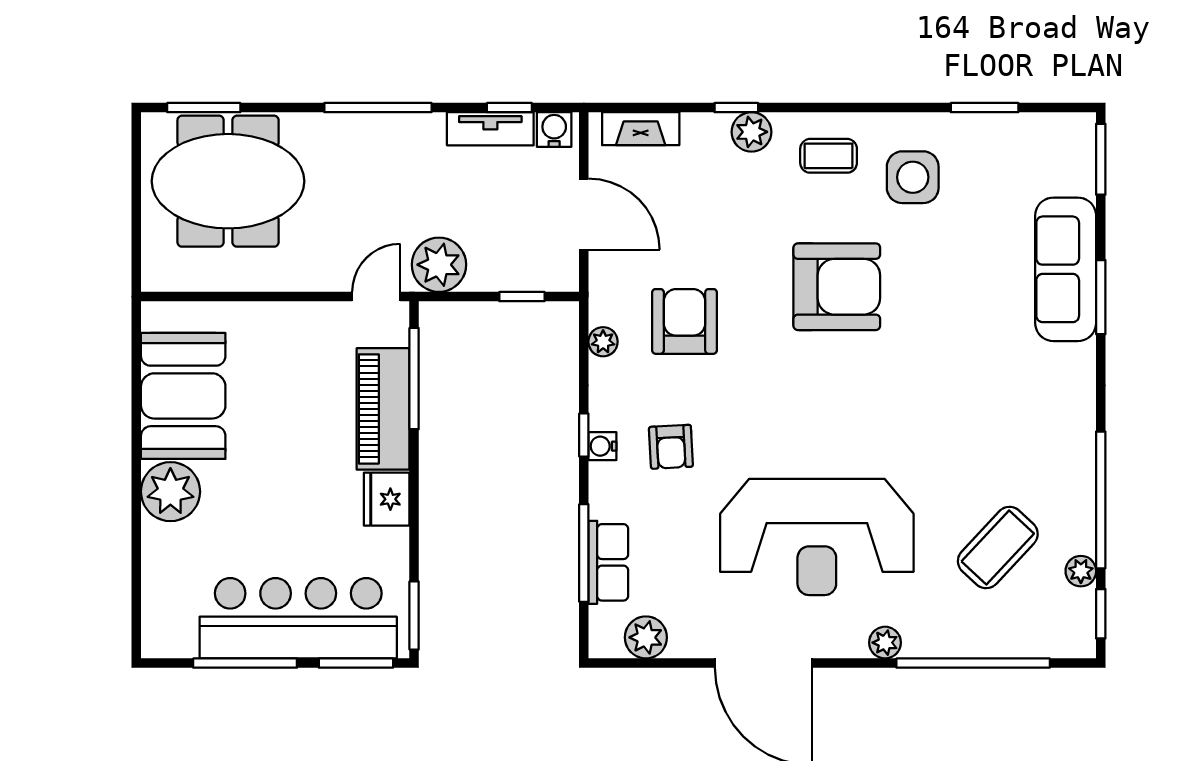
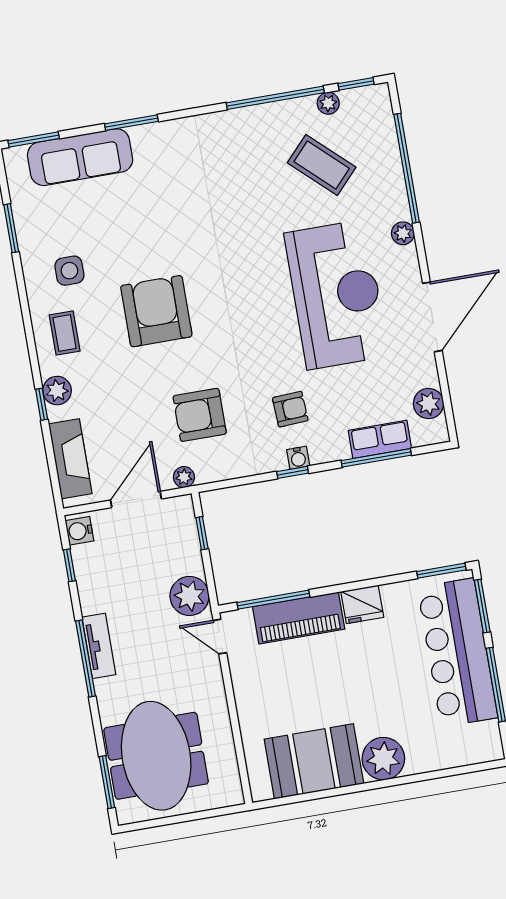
tv unit: (490, 129) -> (99, 646), moved
fireplace: (641, 129) -> (70, 459), width x1.37, depth x1.32
side table: (913, 177) -> (69, 271), width x0.73, depth x0.73
sofa: (1066, 269) -> (80, 157), moved
plant: (603, 342) -> (184, 477), moved

